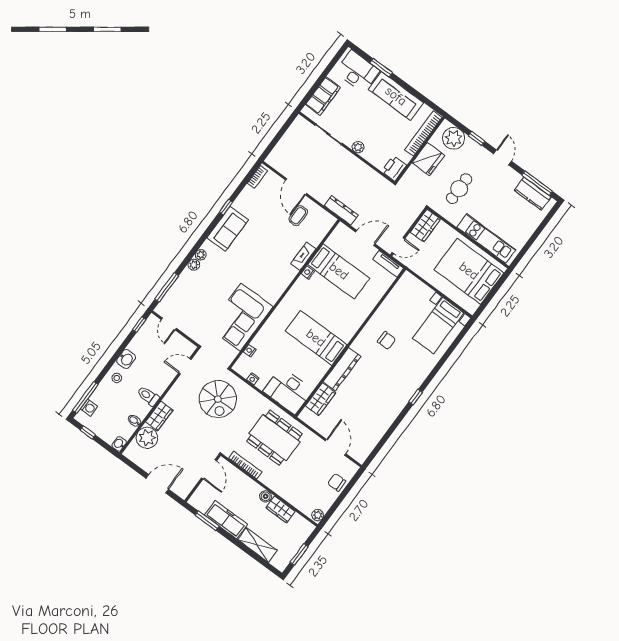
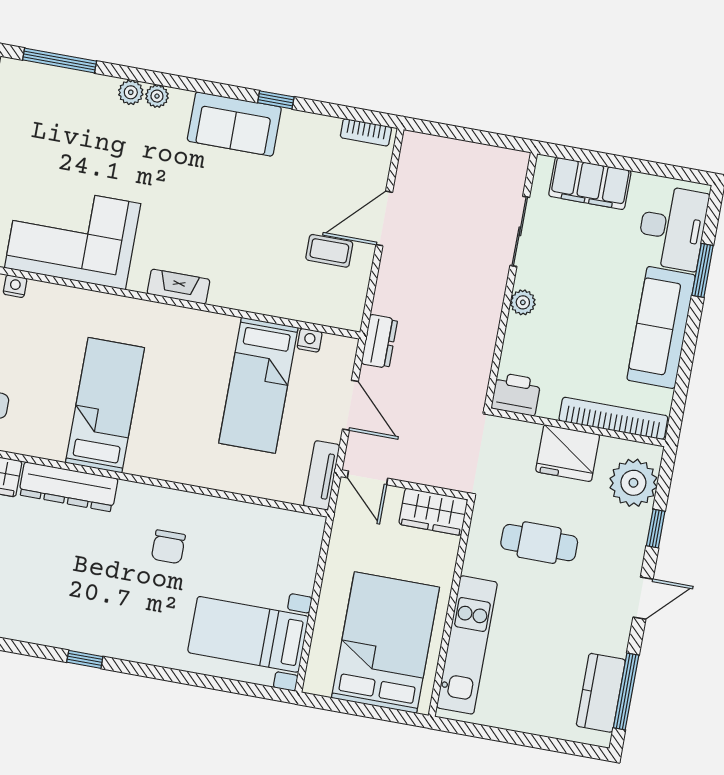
dresser: (341, 210) -> (379, 341), width x0.70
fireplace: (303, 256) -> (178, 287), moved
nightstand: (308, 272) -> (310, 340), moved

